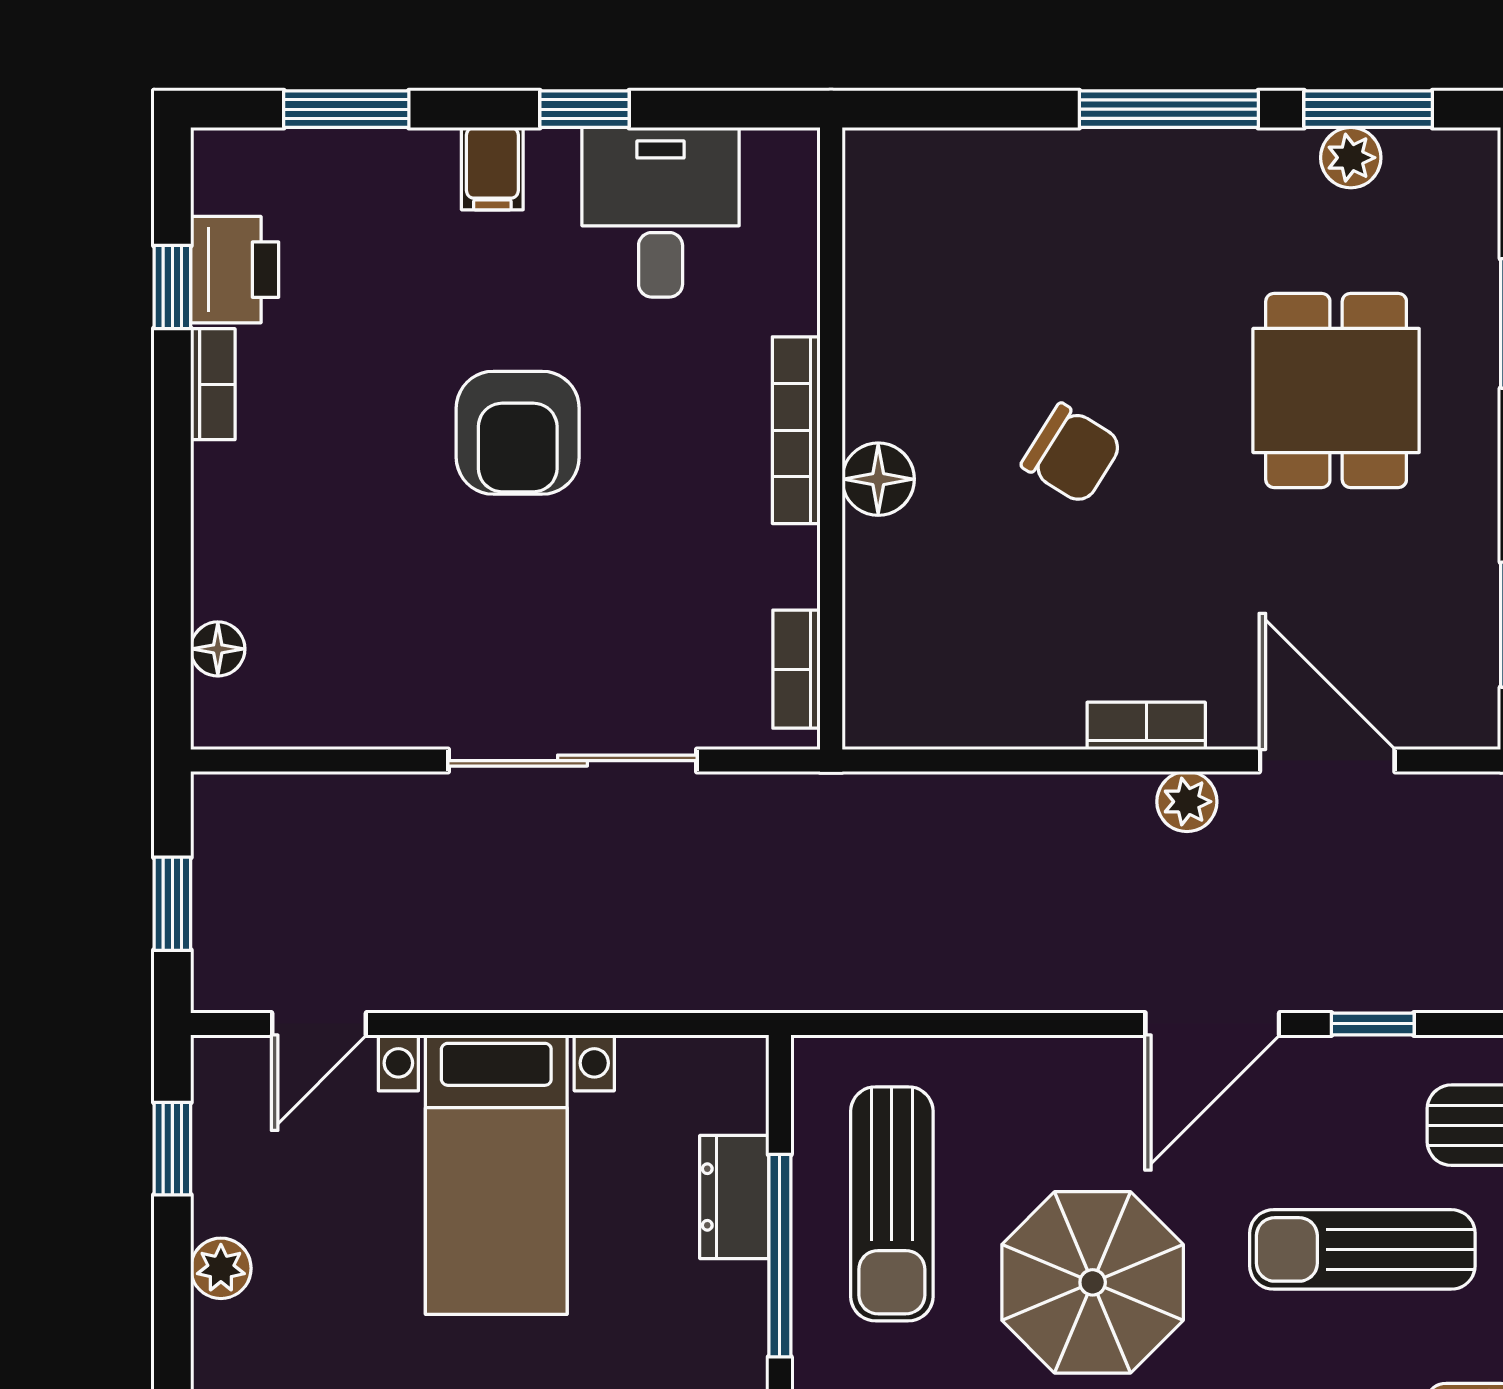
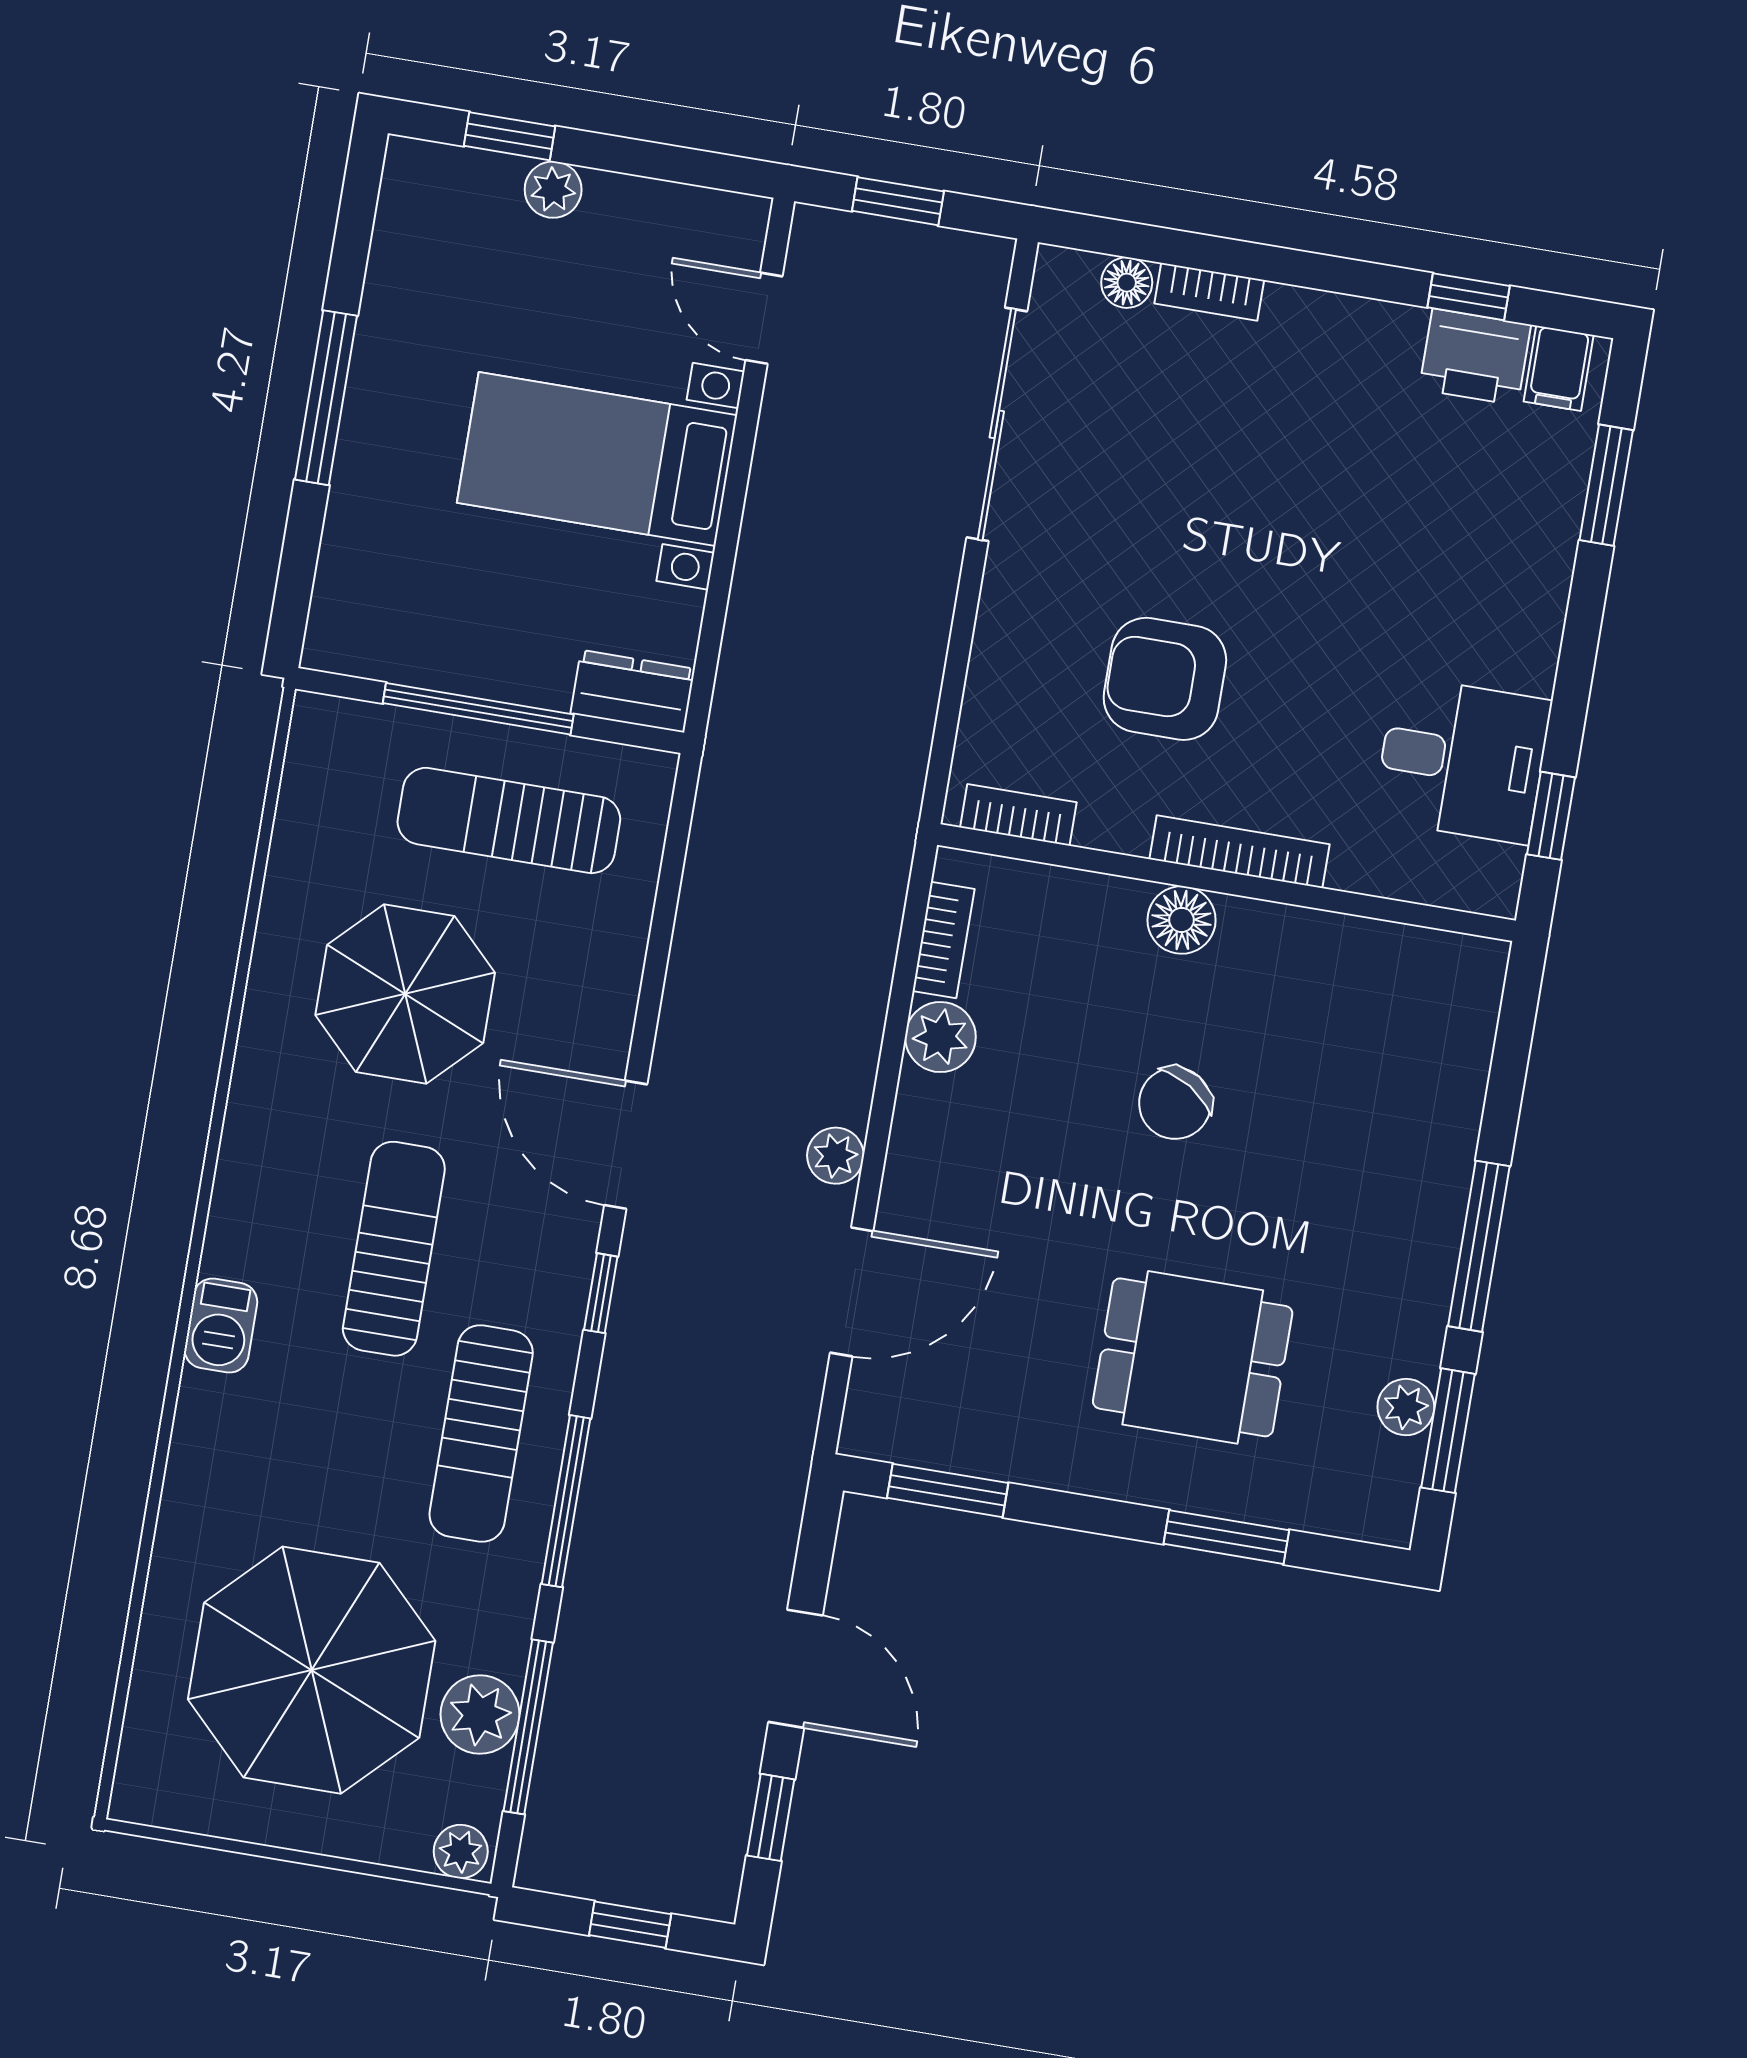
window: (585, 109) -> (1551, 816), moved
filing cabinet: (492, 169) -> (1559, 368), moved, turned -90
bookcase: (213, 384) -> (1209, 292), moved
armchair: (518, 433) -> (1165, 679), moved
plant: (1044, 712) -> (940, 1037), added
bookcase: (1146, 726) -> (943, 940), moved
sliding door: (572, 761) -> (997, 424), moved
window: (172, 1149) -> (510, 136), moved
dresser: (734, 1197) -> (633, 691), moved

